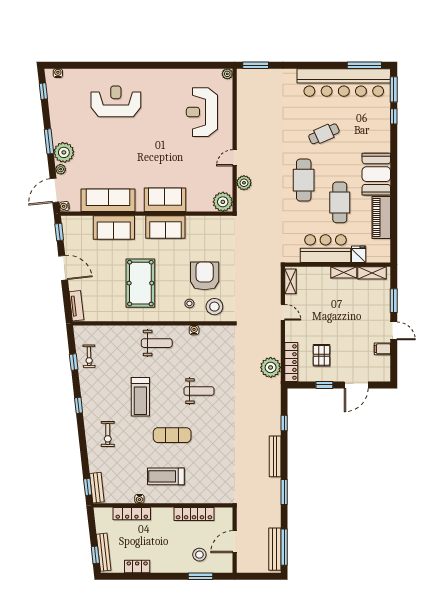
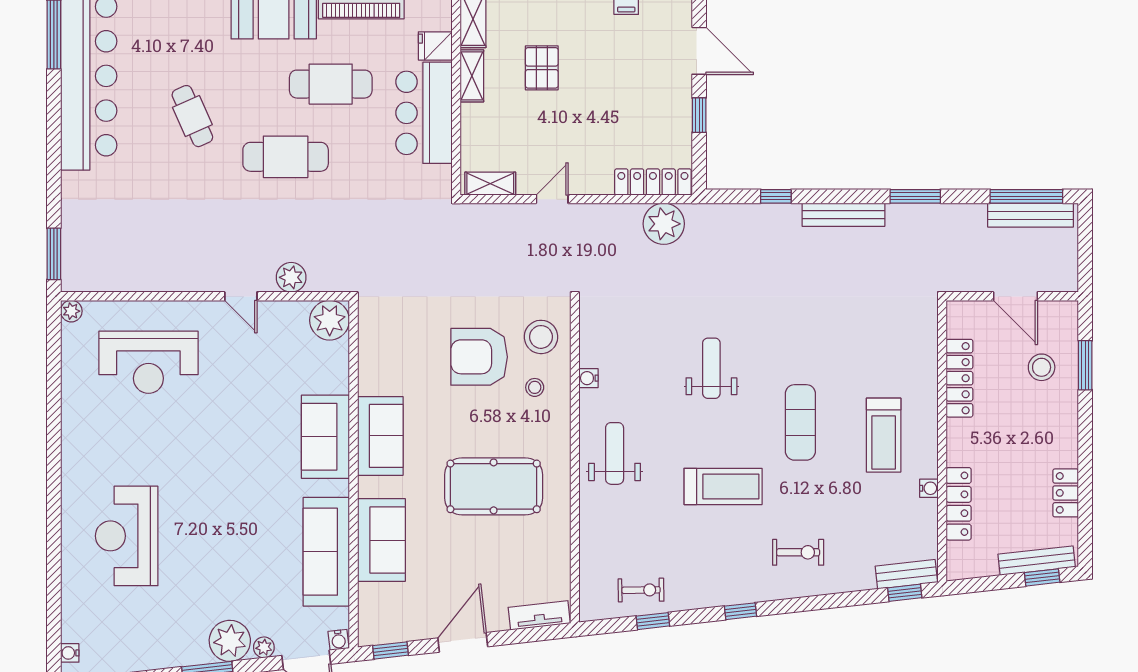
pallet: (321, 355) -> (542, 68), moved, turned 90

